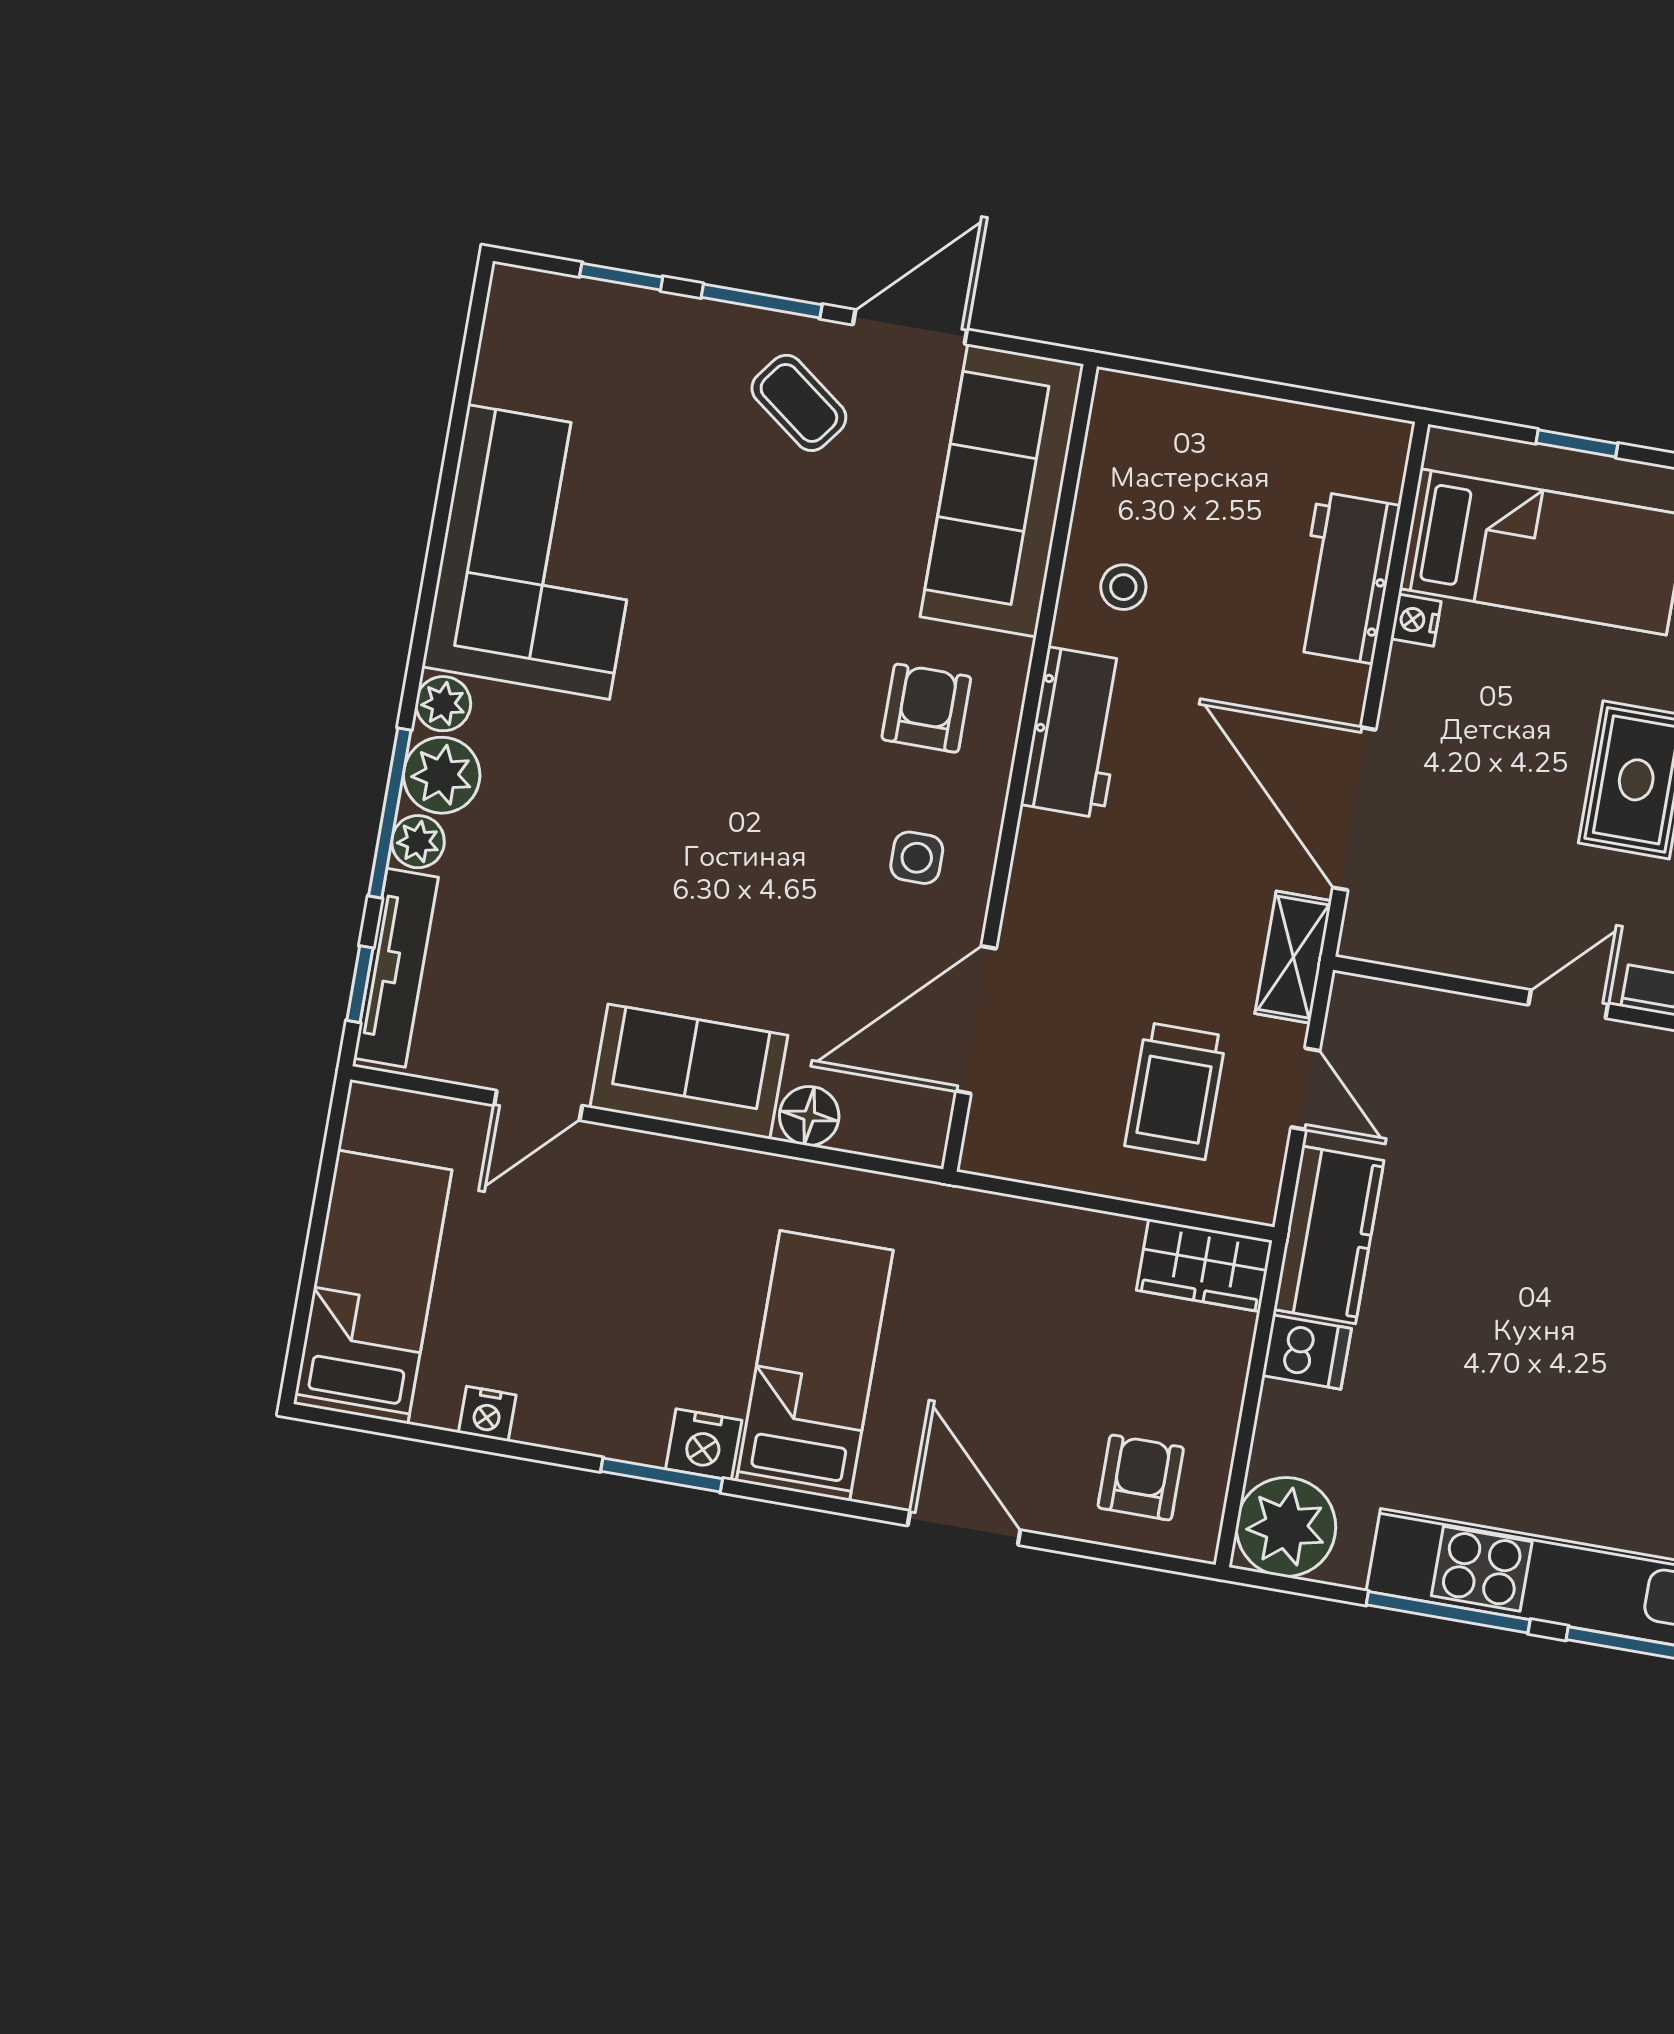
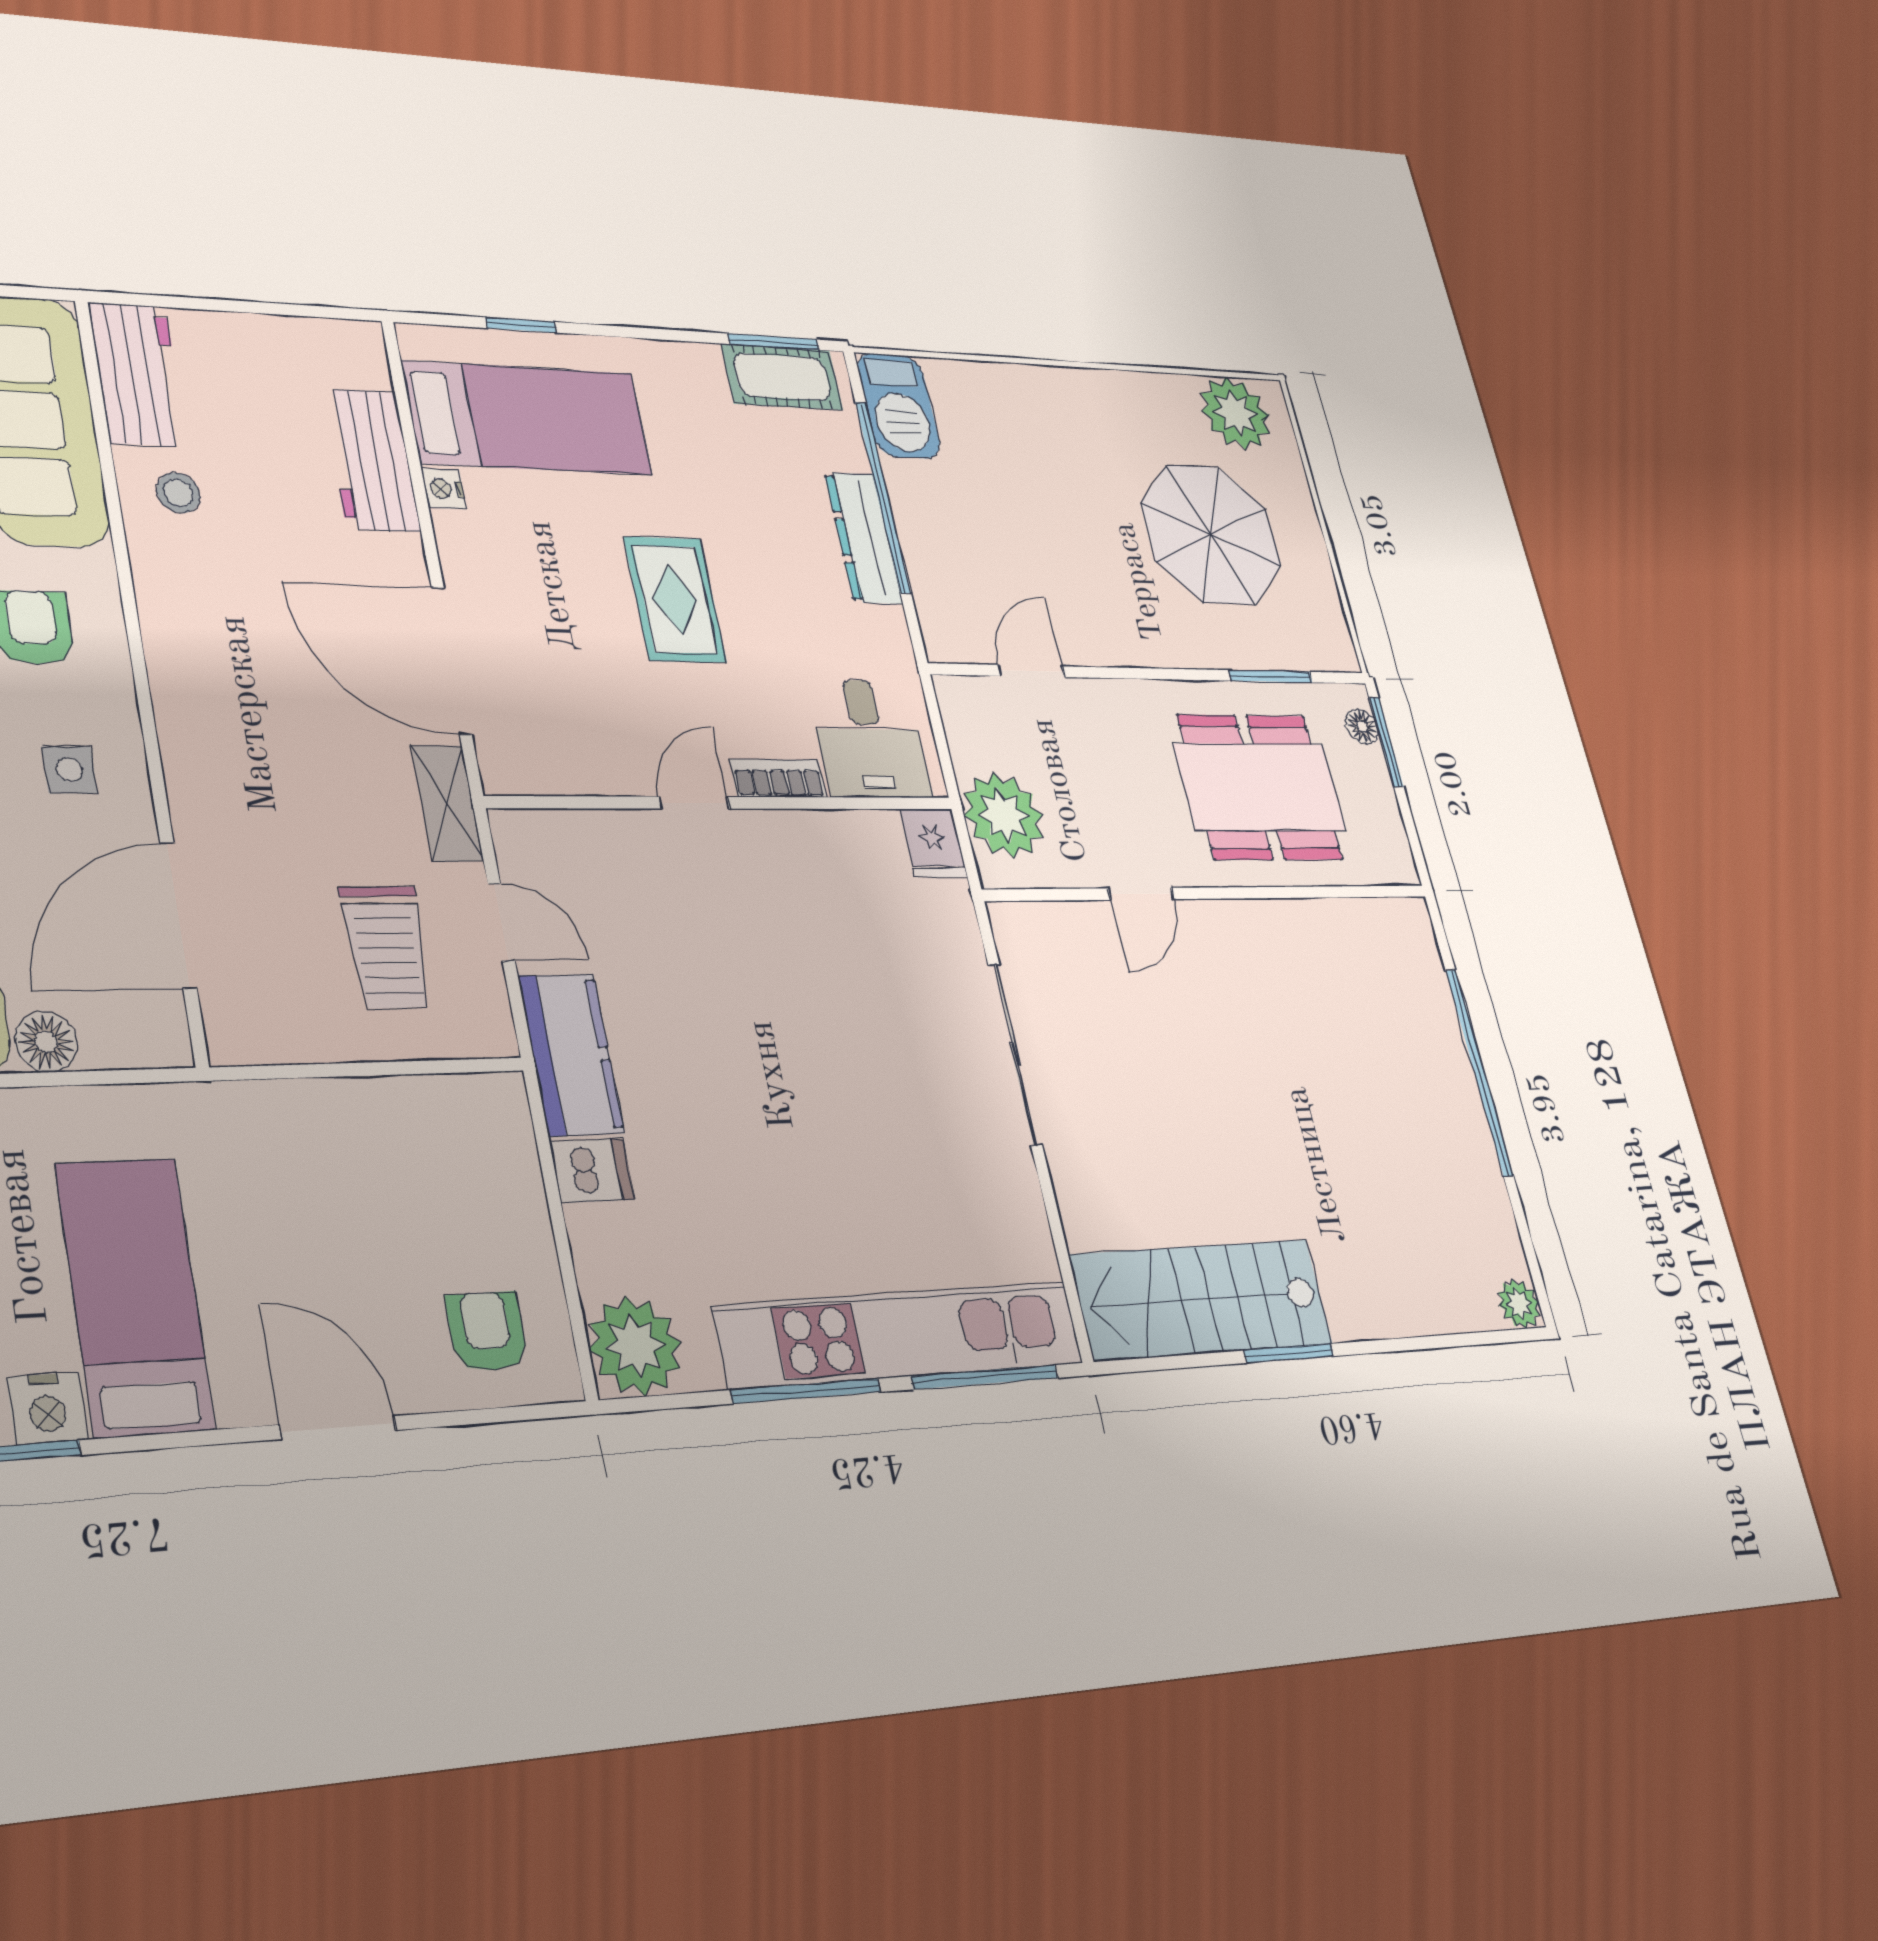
workbench: (1075, 733) -> (138, 374), moved
wardrobe: (1204, 1265) -> (471, 1108), removed

